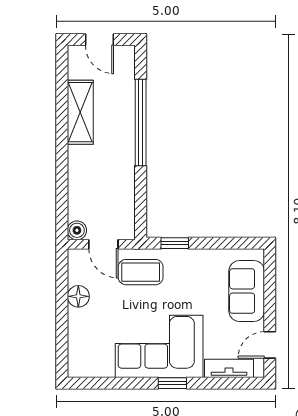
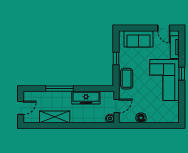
window: (141, 123) -> (59, 89), width x0.68
freezer: (121, 179) -> (86, 98), added
window: (175, 243) -> (116, 58), moved
coffee table: (141, 272) -> (127, 79), moved

